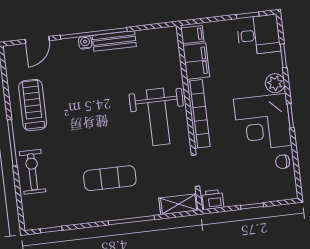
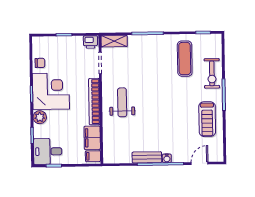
weight bench: (158, 117) -> (122, 102), width x0.73, depth x0.75
exercise mat: (110, 178) -> (185, 59), moved, turned 90

